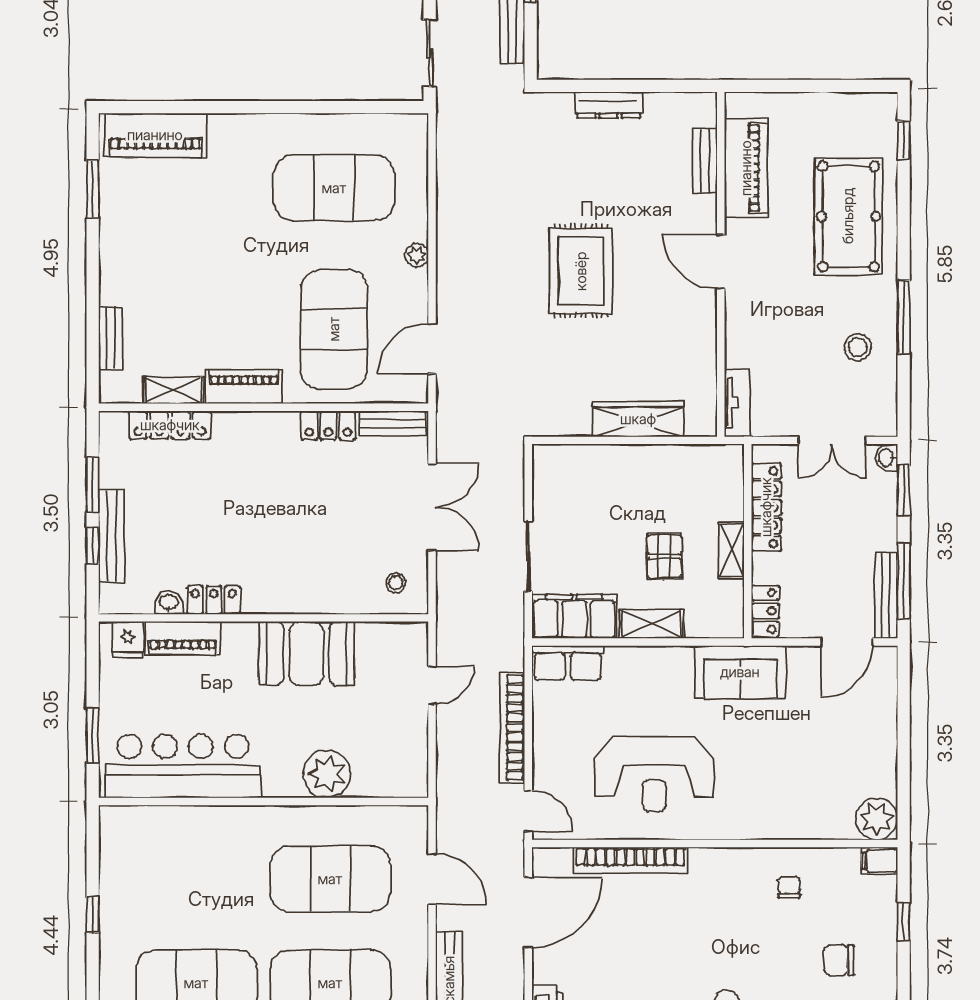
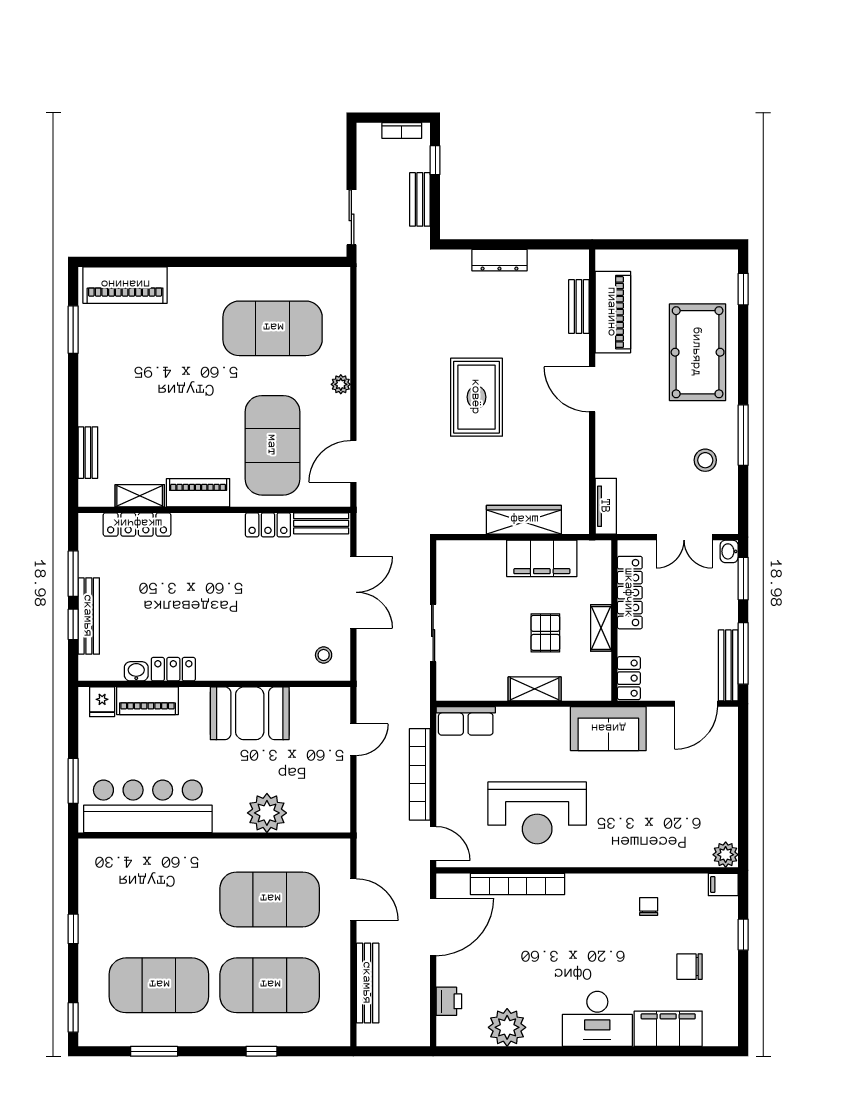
filing cabinet: (574, 616) -> (542, 558), moved, turned 180
plant: (877, 819) -> (726, 855), width x0.73, depth x0.73

